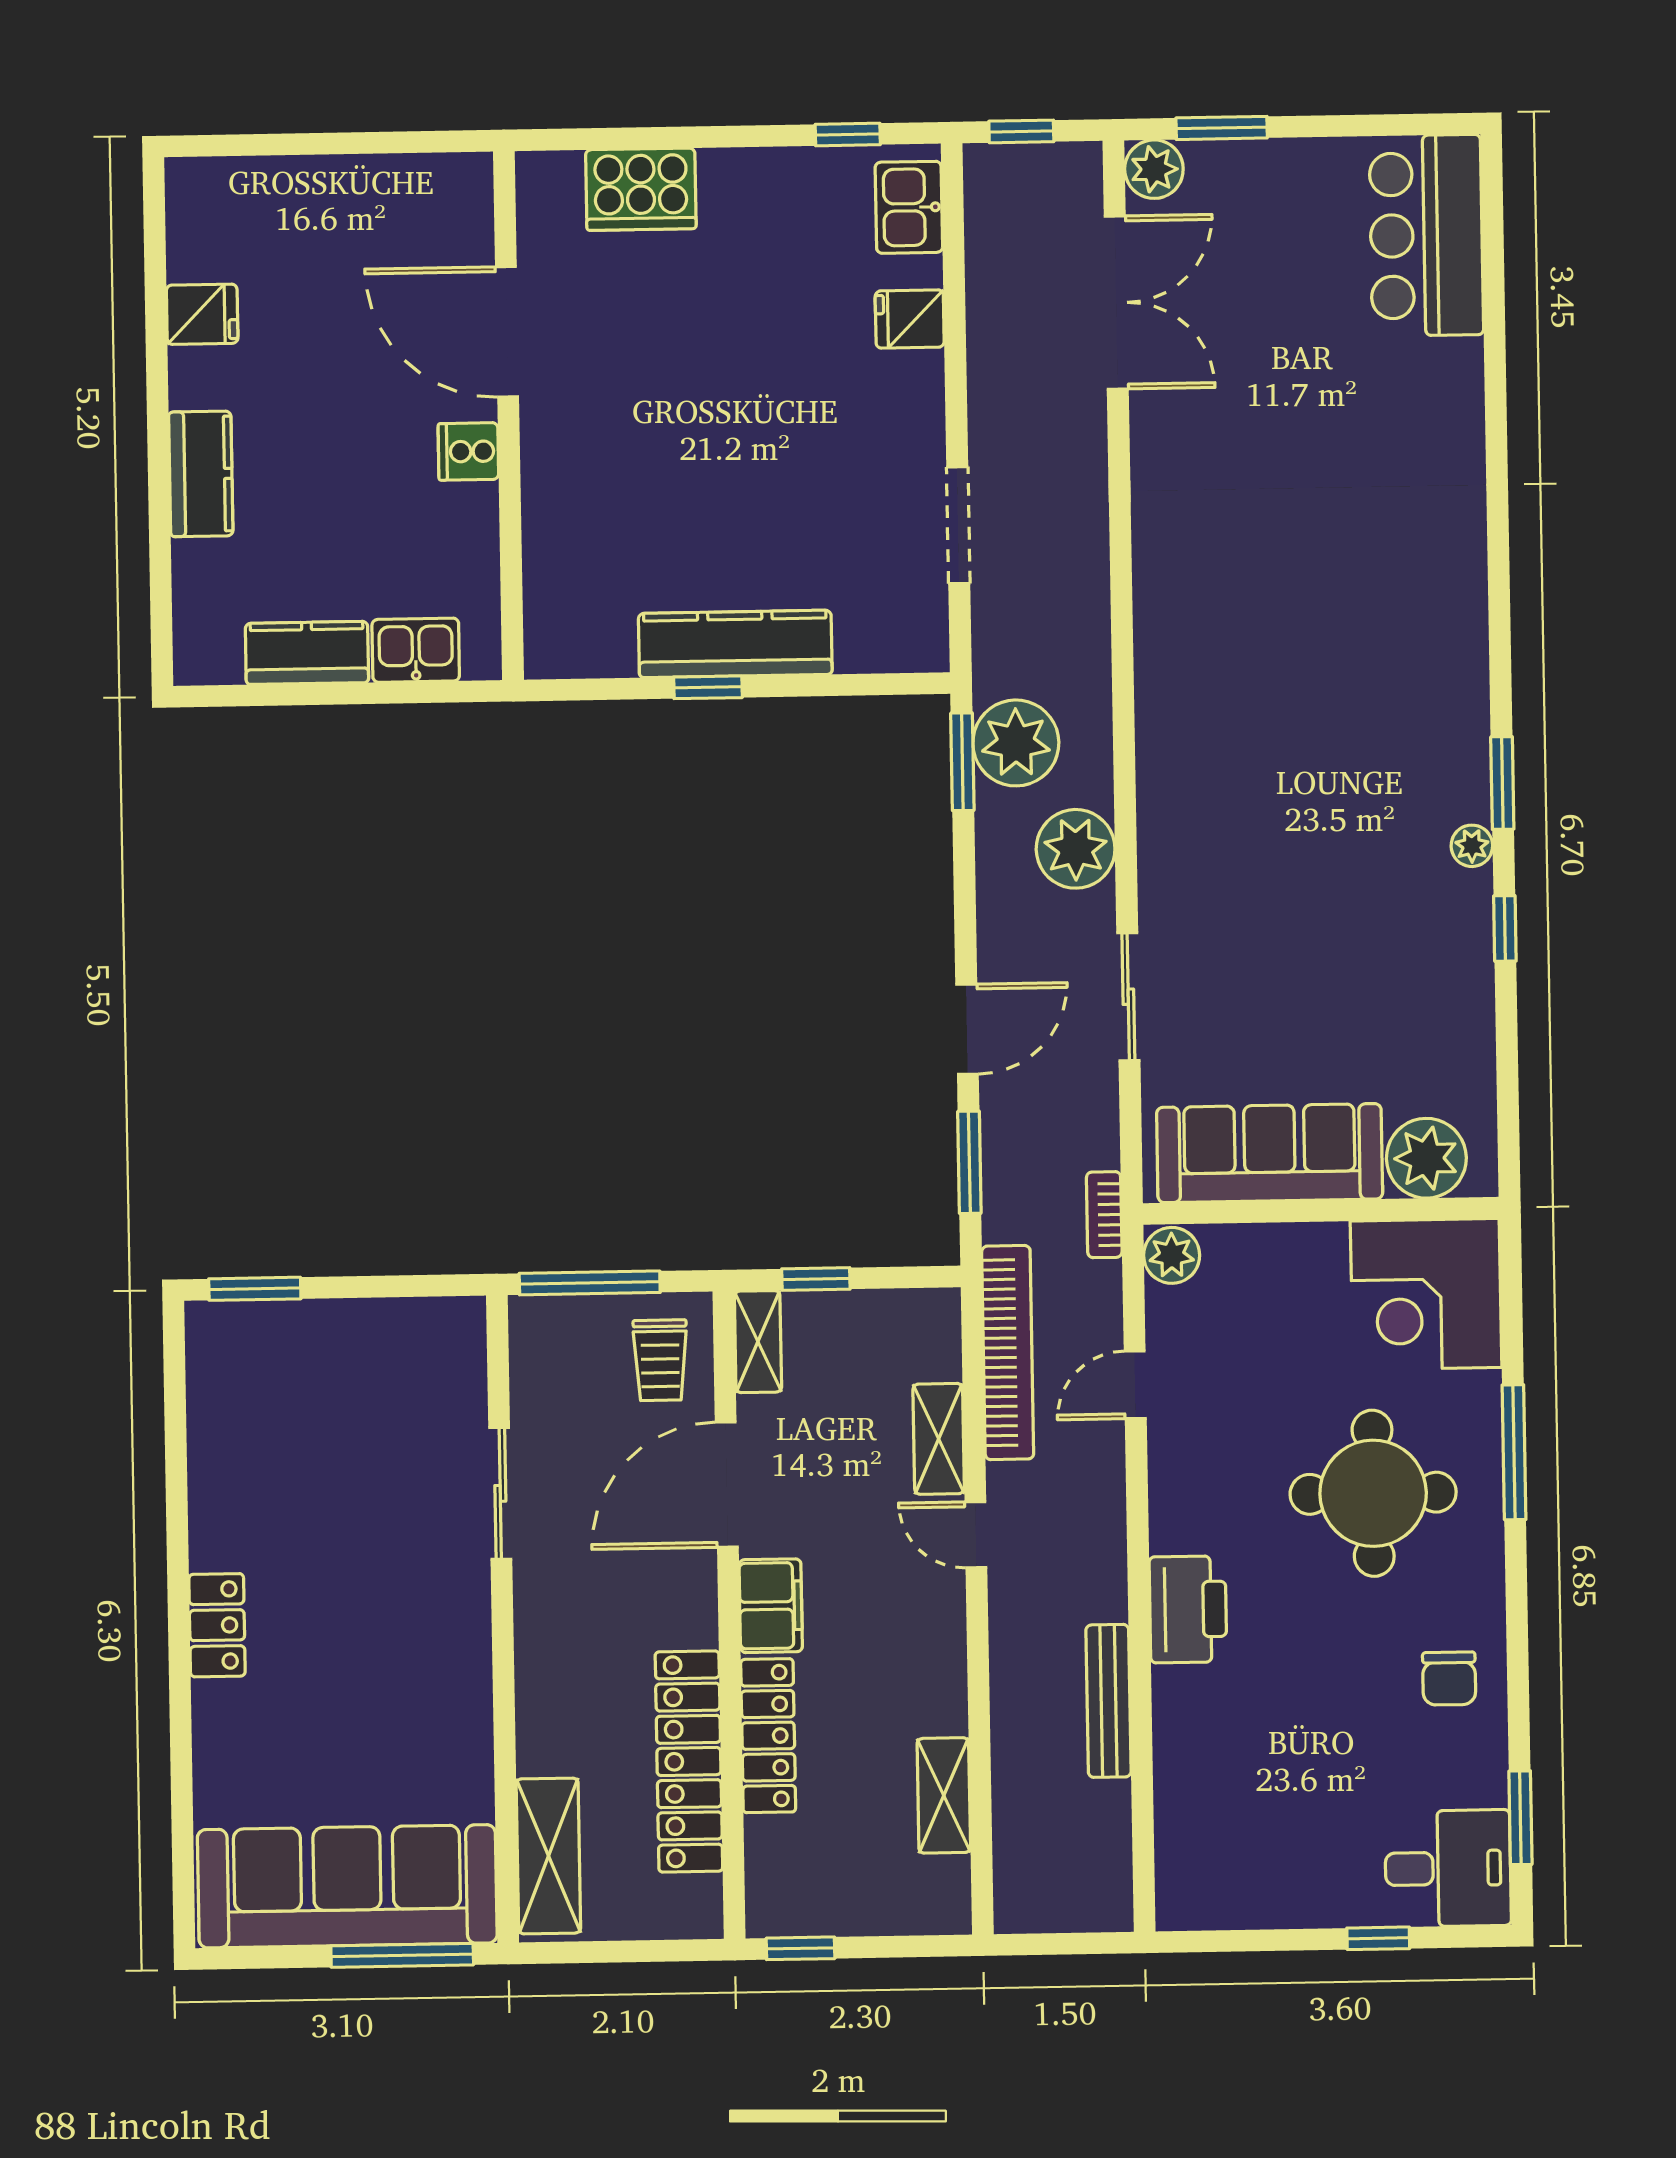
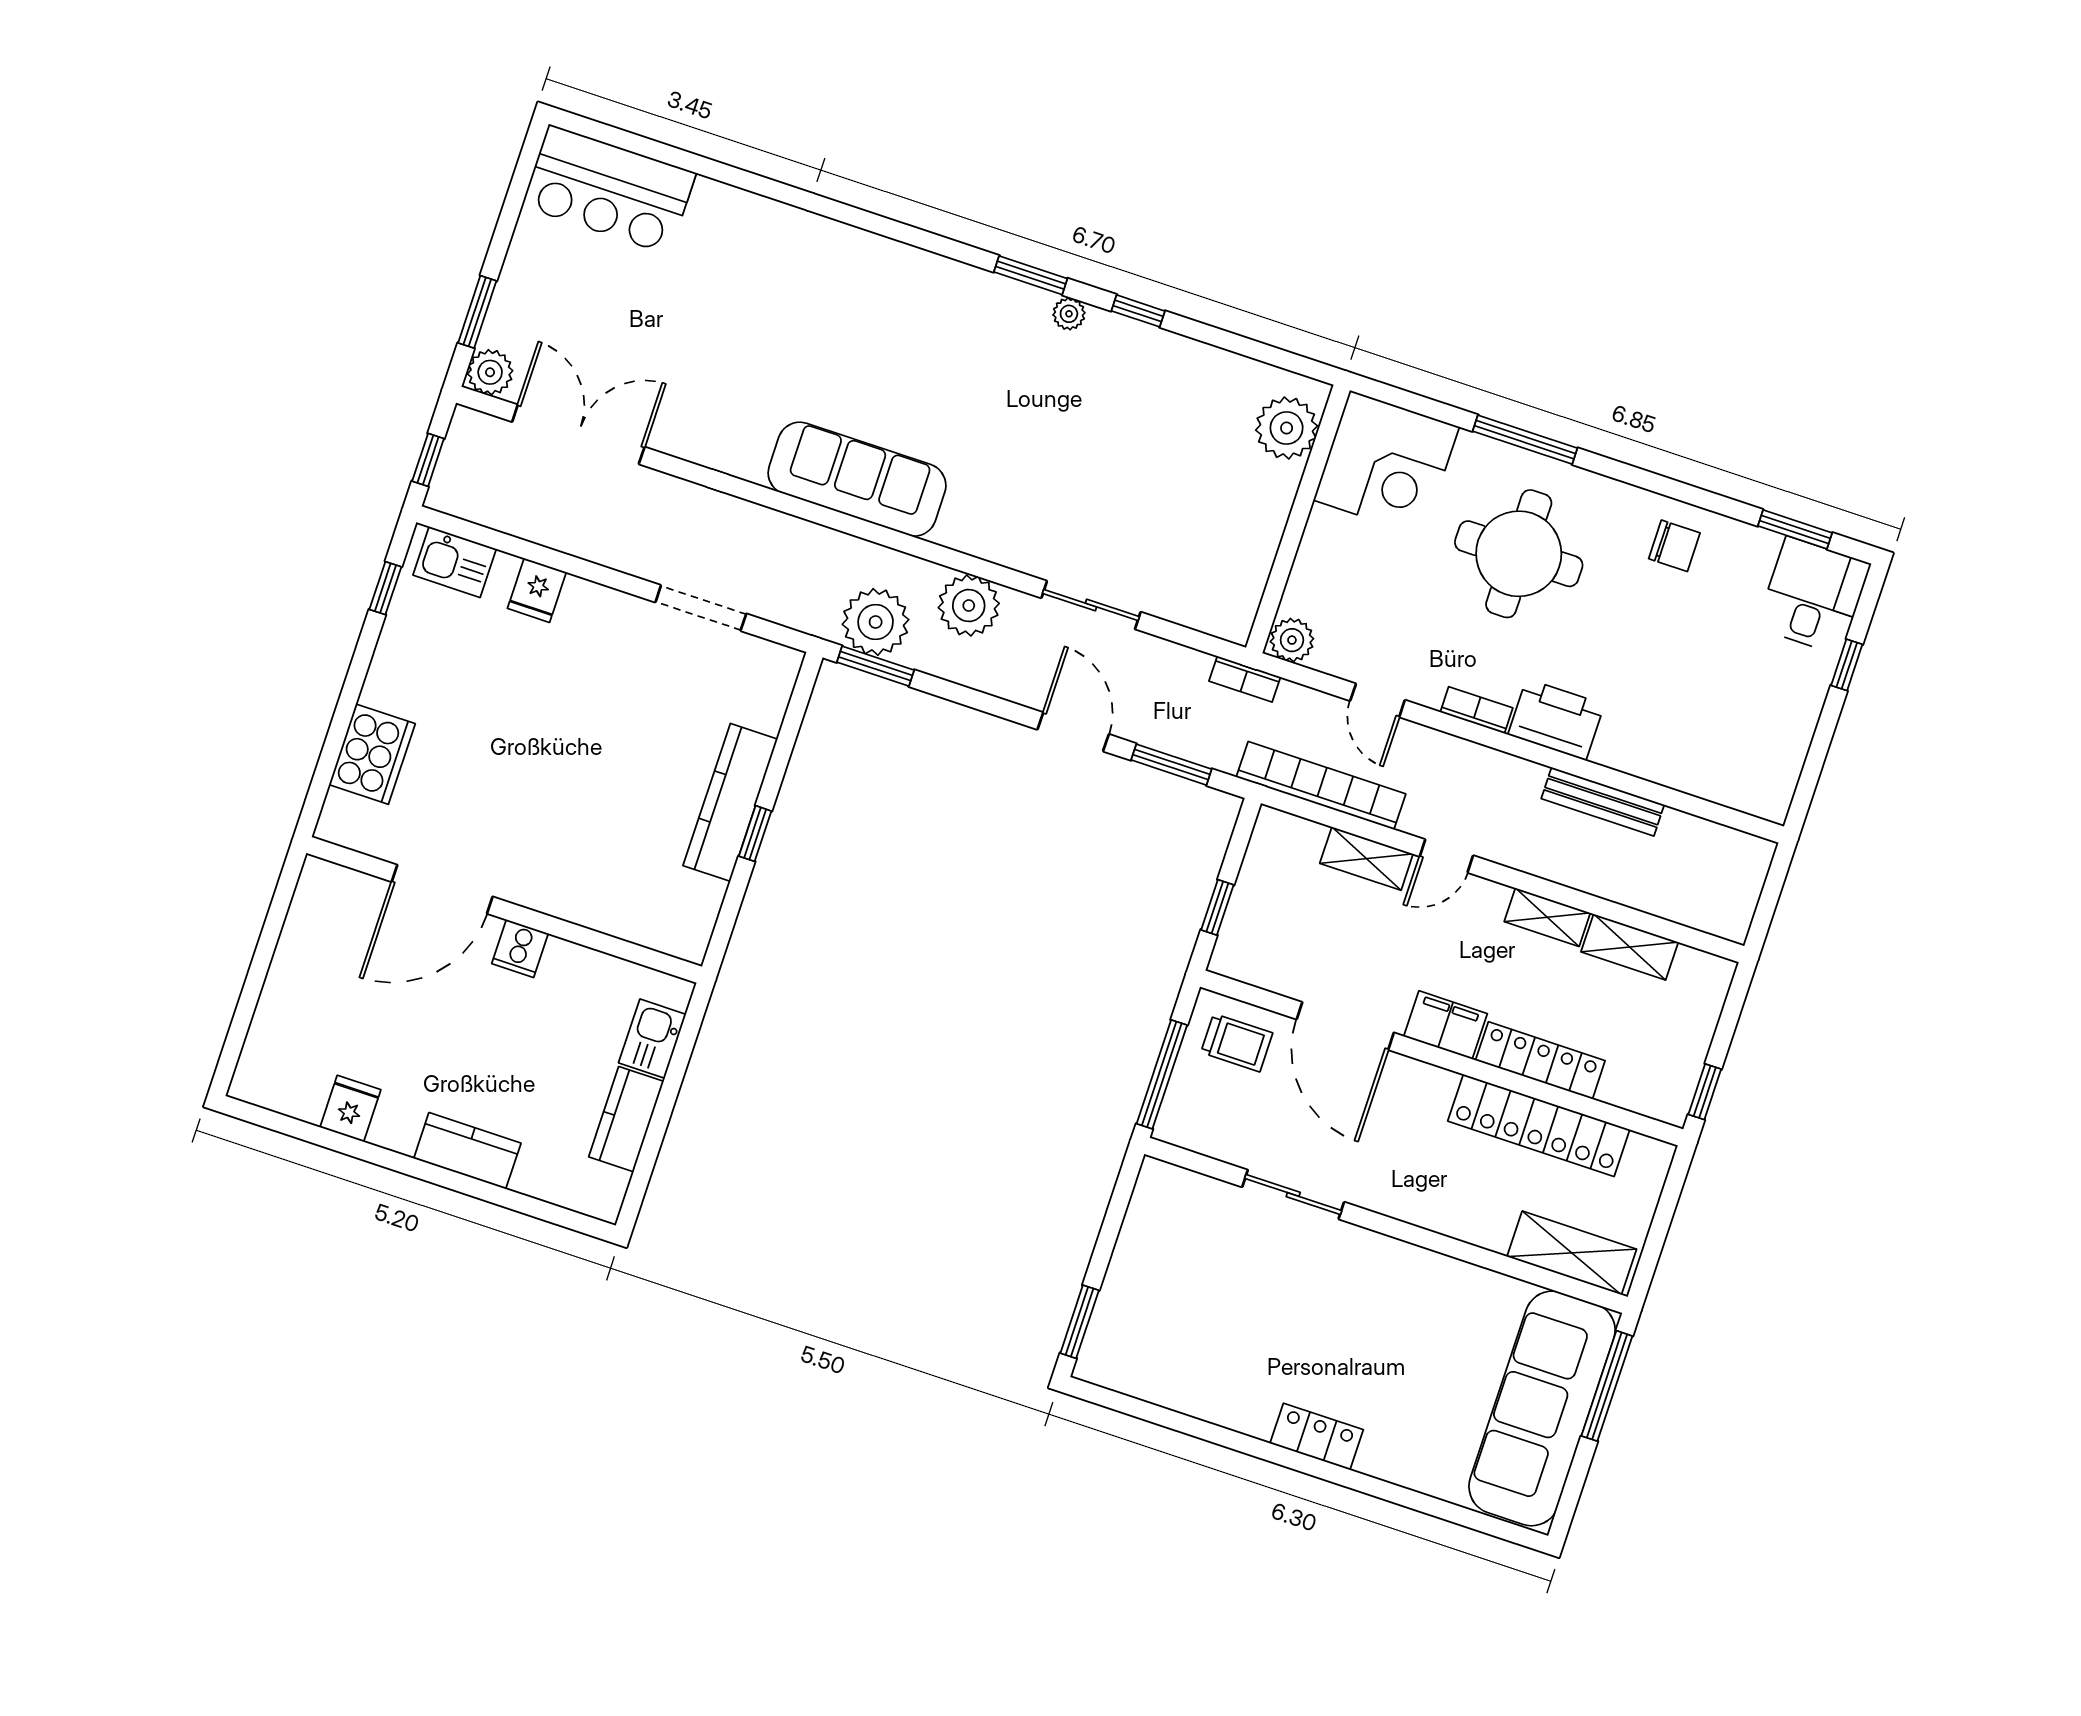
sofa: (1270, 1153) -> (857, 479), moved, turned 90
shelving: (758, 1342) -> (1547, 917), moved
bookcase: (1166, 1509) -> (1476, 710), added

